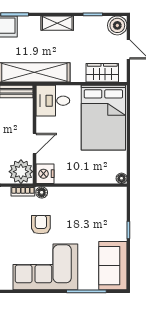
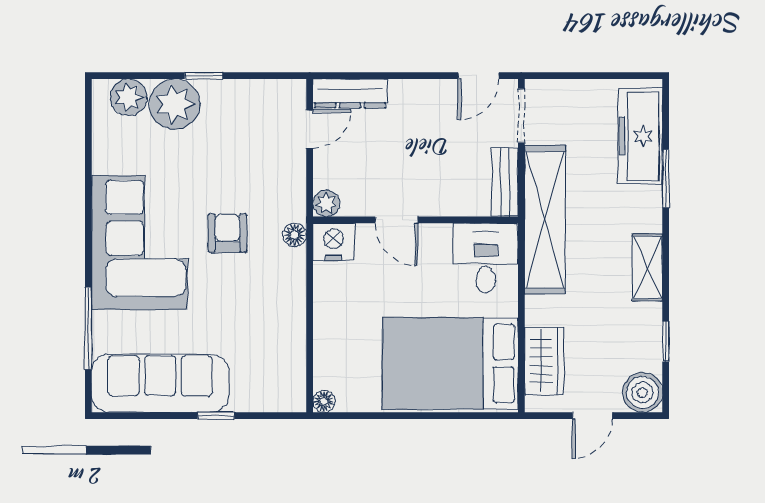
plant: (21, 172) -> (326, 203), width x0.53, depth x0.53
bookcase: (23, 191) -> (297, 196), removed
armchair: (41, 225) -> (227, 233), turned -90
sofa: (113, 266) -> (160, 383), width x1.36

